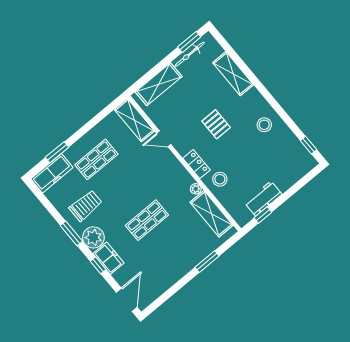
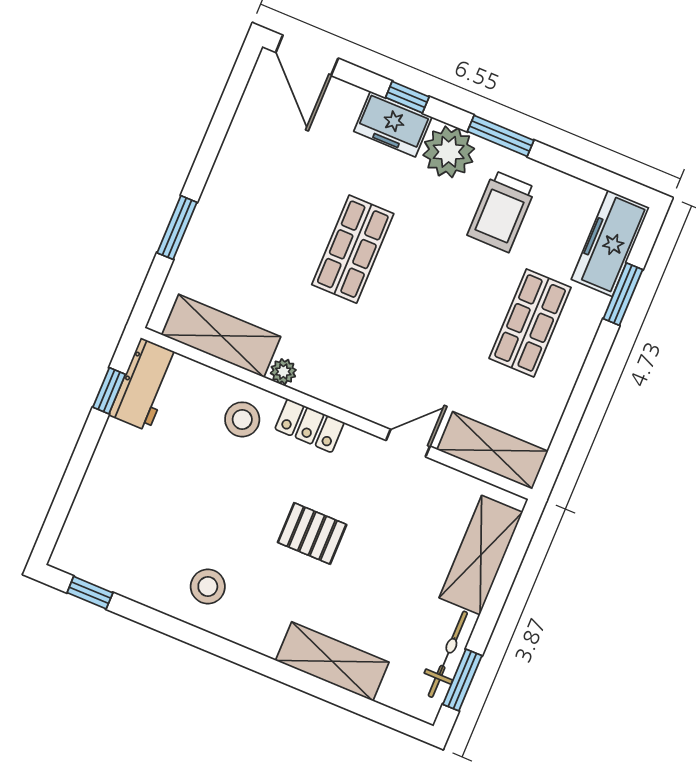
workbench: (263, 199) -> (144, 385), moved

